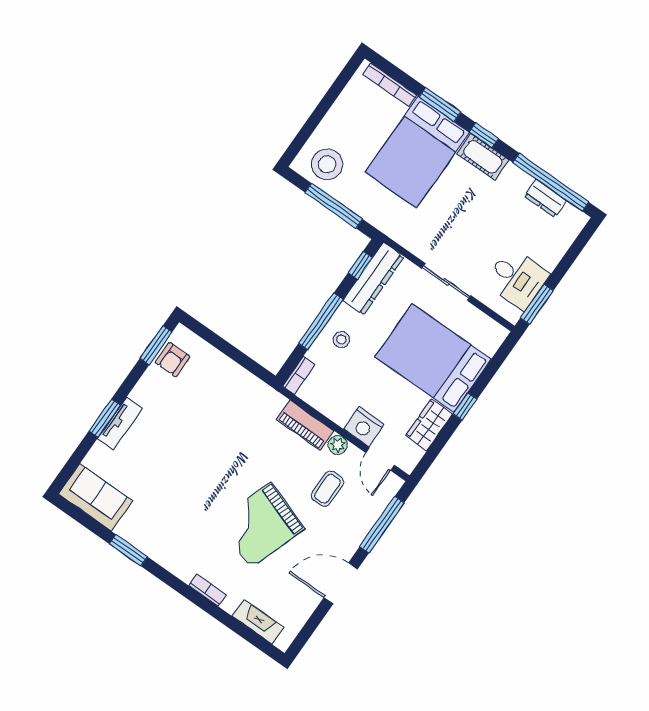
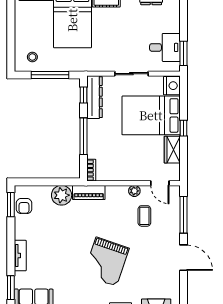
stool: (327, 164) -> (32, 57), width x0.53, depth x0.53
stool: (341, 340) -> (100, 138), removed
plant: (234, 381) -> (62, 195), added
window: (105, 418) -> (11, 288), moved
piano: (305, 425) -> (89, 192), moved
nightstand: (364, 427) -> (172, 86), moved, turned -90
grand piano: (260, 525) -> (106, 262), moved
door: (341, 583) -> (183, 258), swing flipped

